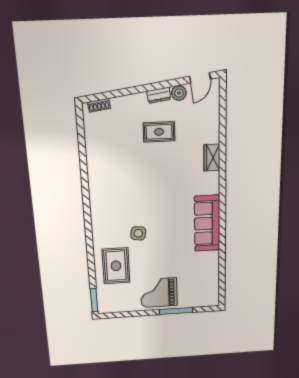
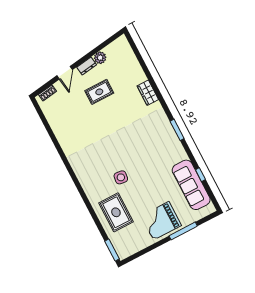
door: (200, 78) -> (65, 73), moved
window: (222, 211) -> (177, 130), added
sofa: (207, 223) -> (191, 185), moved
window: (222, 265) -> (200, 175), added

